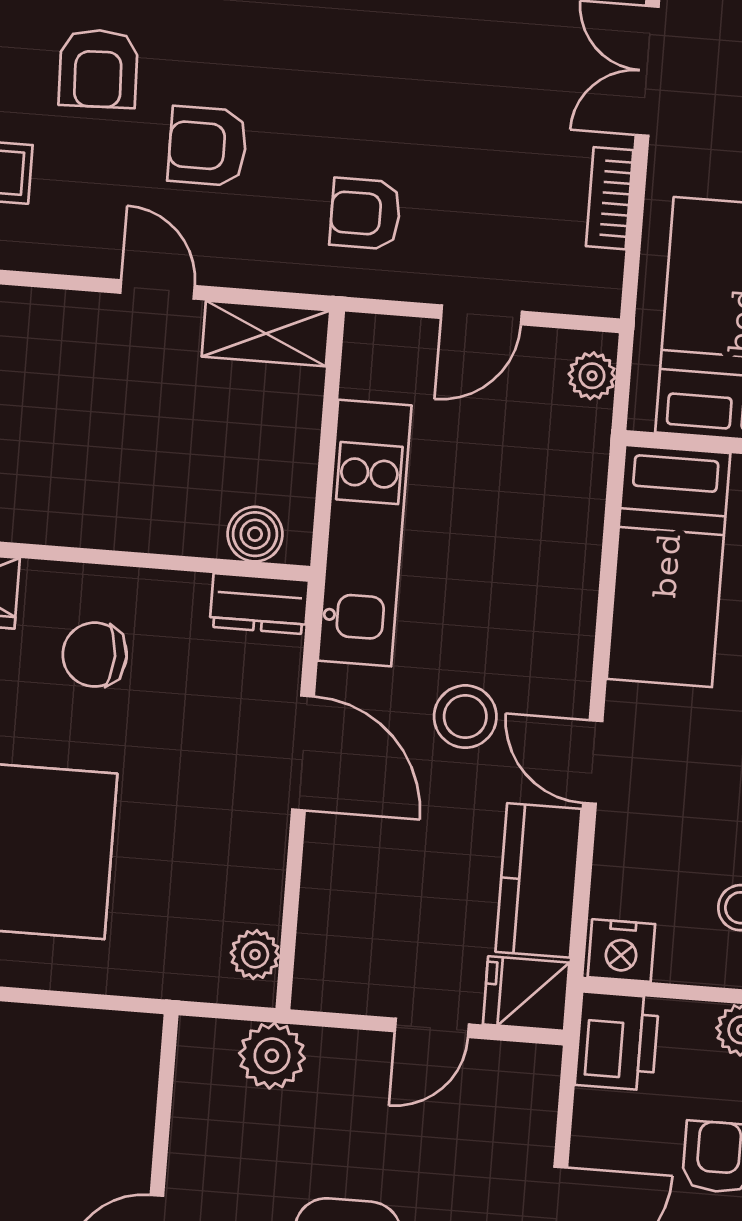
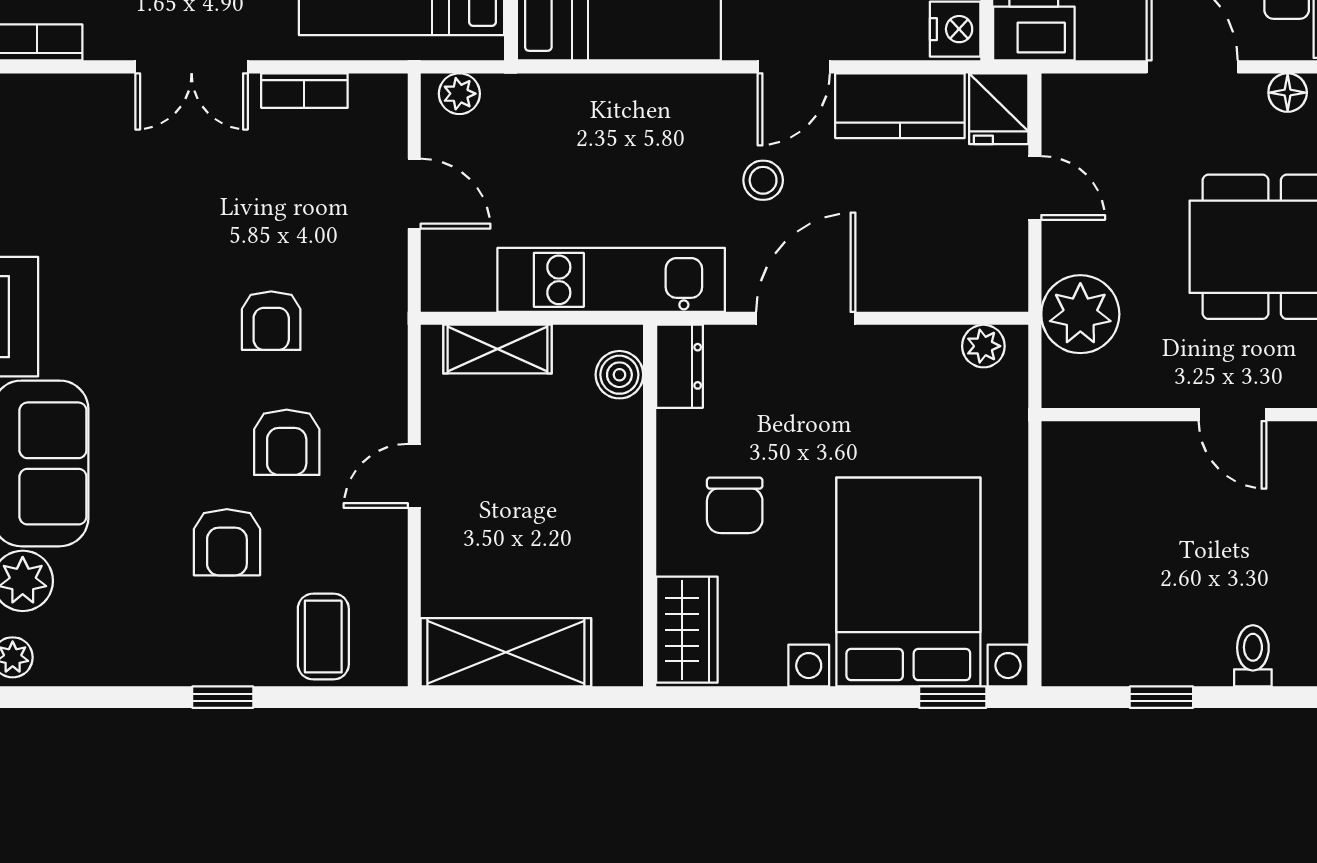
armchair: (98, 68) -> (227, 542), turned 92
armchair: (365, 214) -> (271, 321), moved
shelving: (266, 333) -> (497, 349), moved, turned 90
stool: (465, 717) -> (763, 180), width x0.73, depth x0.73
plant: (272, 1056) -> (1080, 314), width x1.36, depth x1.36

